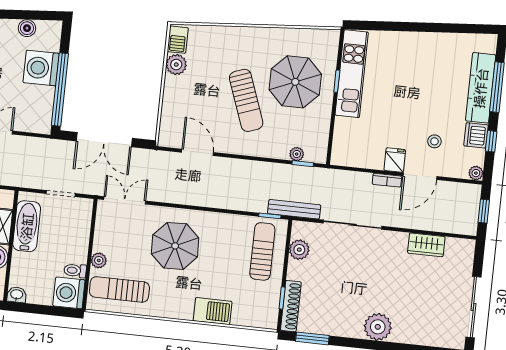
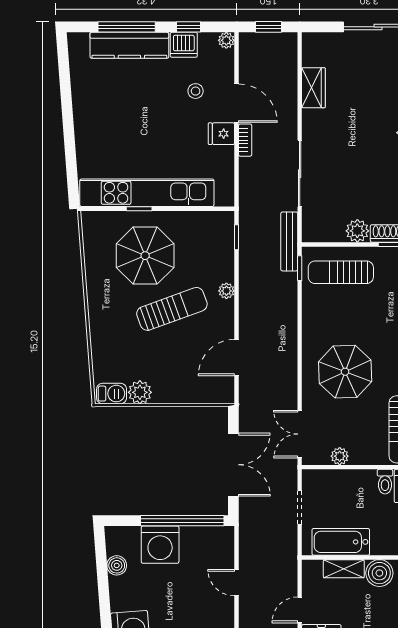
kitchen unit: (352, 74) -> (147, 193), width x1.36
plant: (297, 154) -> (226, 291), moved
plant: (299, 250) -> (357, 231), moved
plant: (99, 260) -> (340, 456), moved

